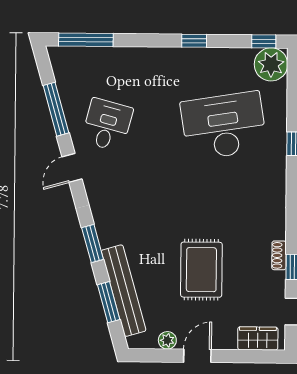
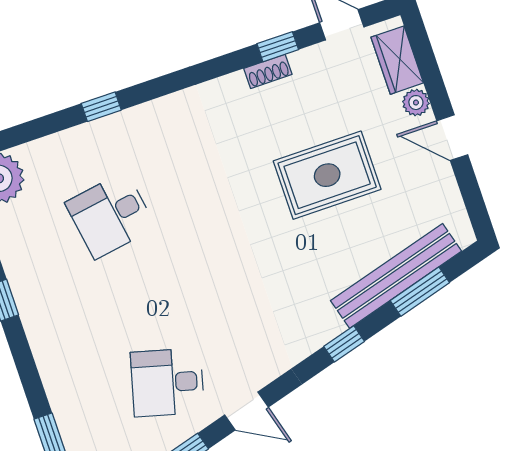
desk: (224, 126) -> (110, 215), width x0.53, depth x0.77
window: (93, 243) -> (344, 344), width x0.67
plant: (167, 340) -> (416, 103), moved

